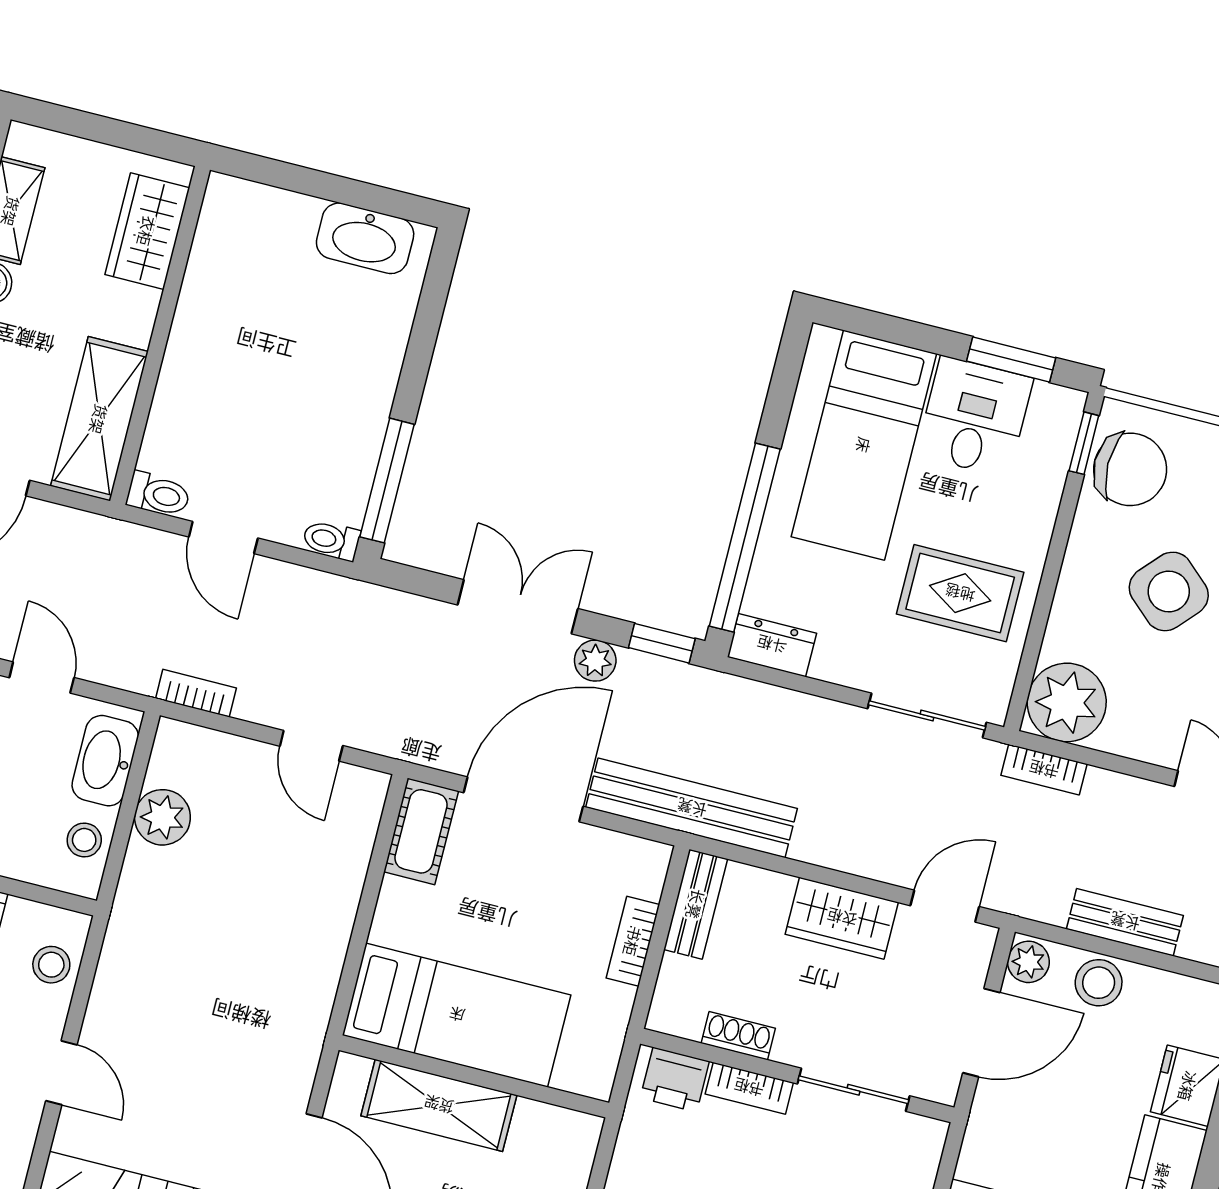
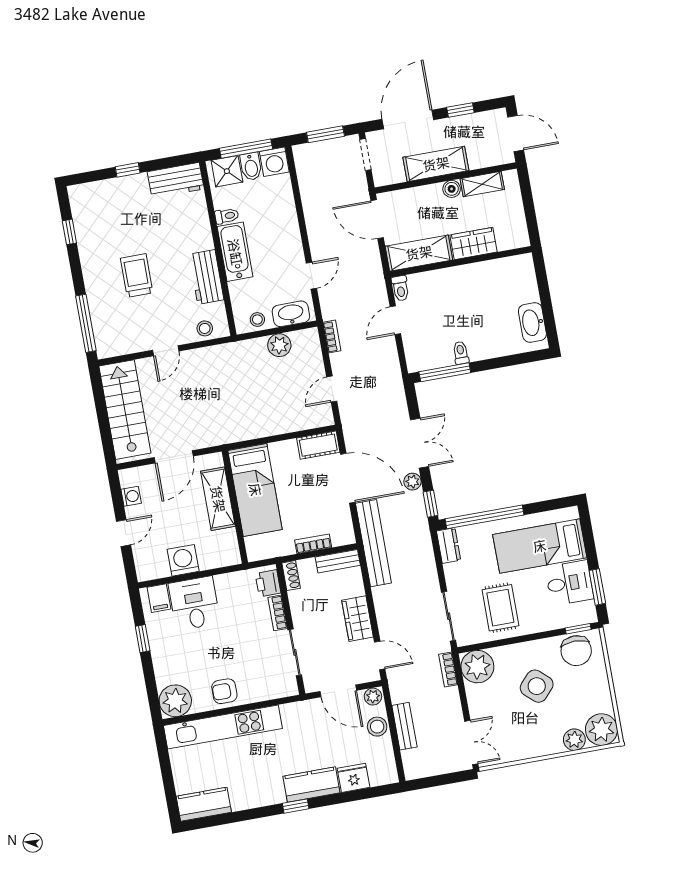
wardrobe: (147, 231) -> (473, 243), moved
toilet: (331, 540) -> (461, 353), moved
shoe rack: (738, 1036) -> (291, 576), moved

